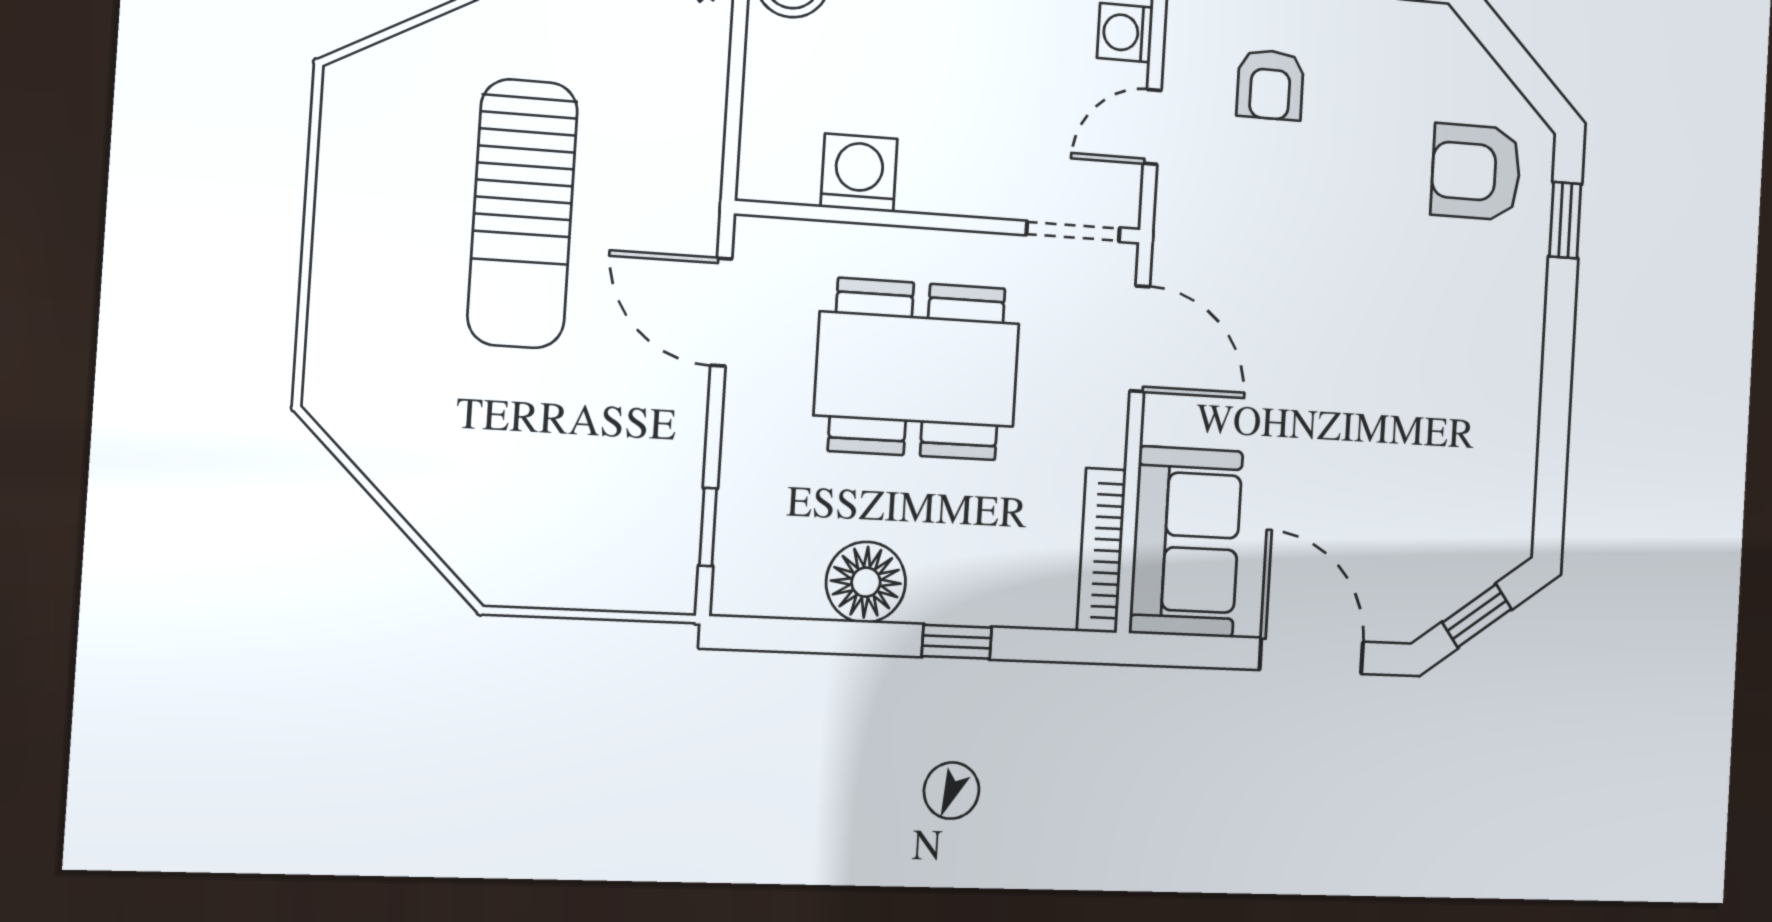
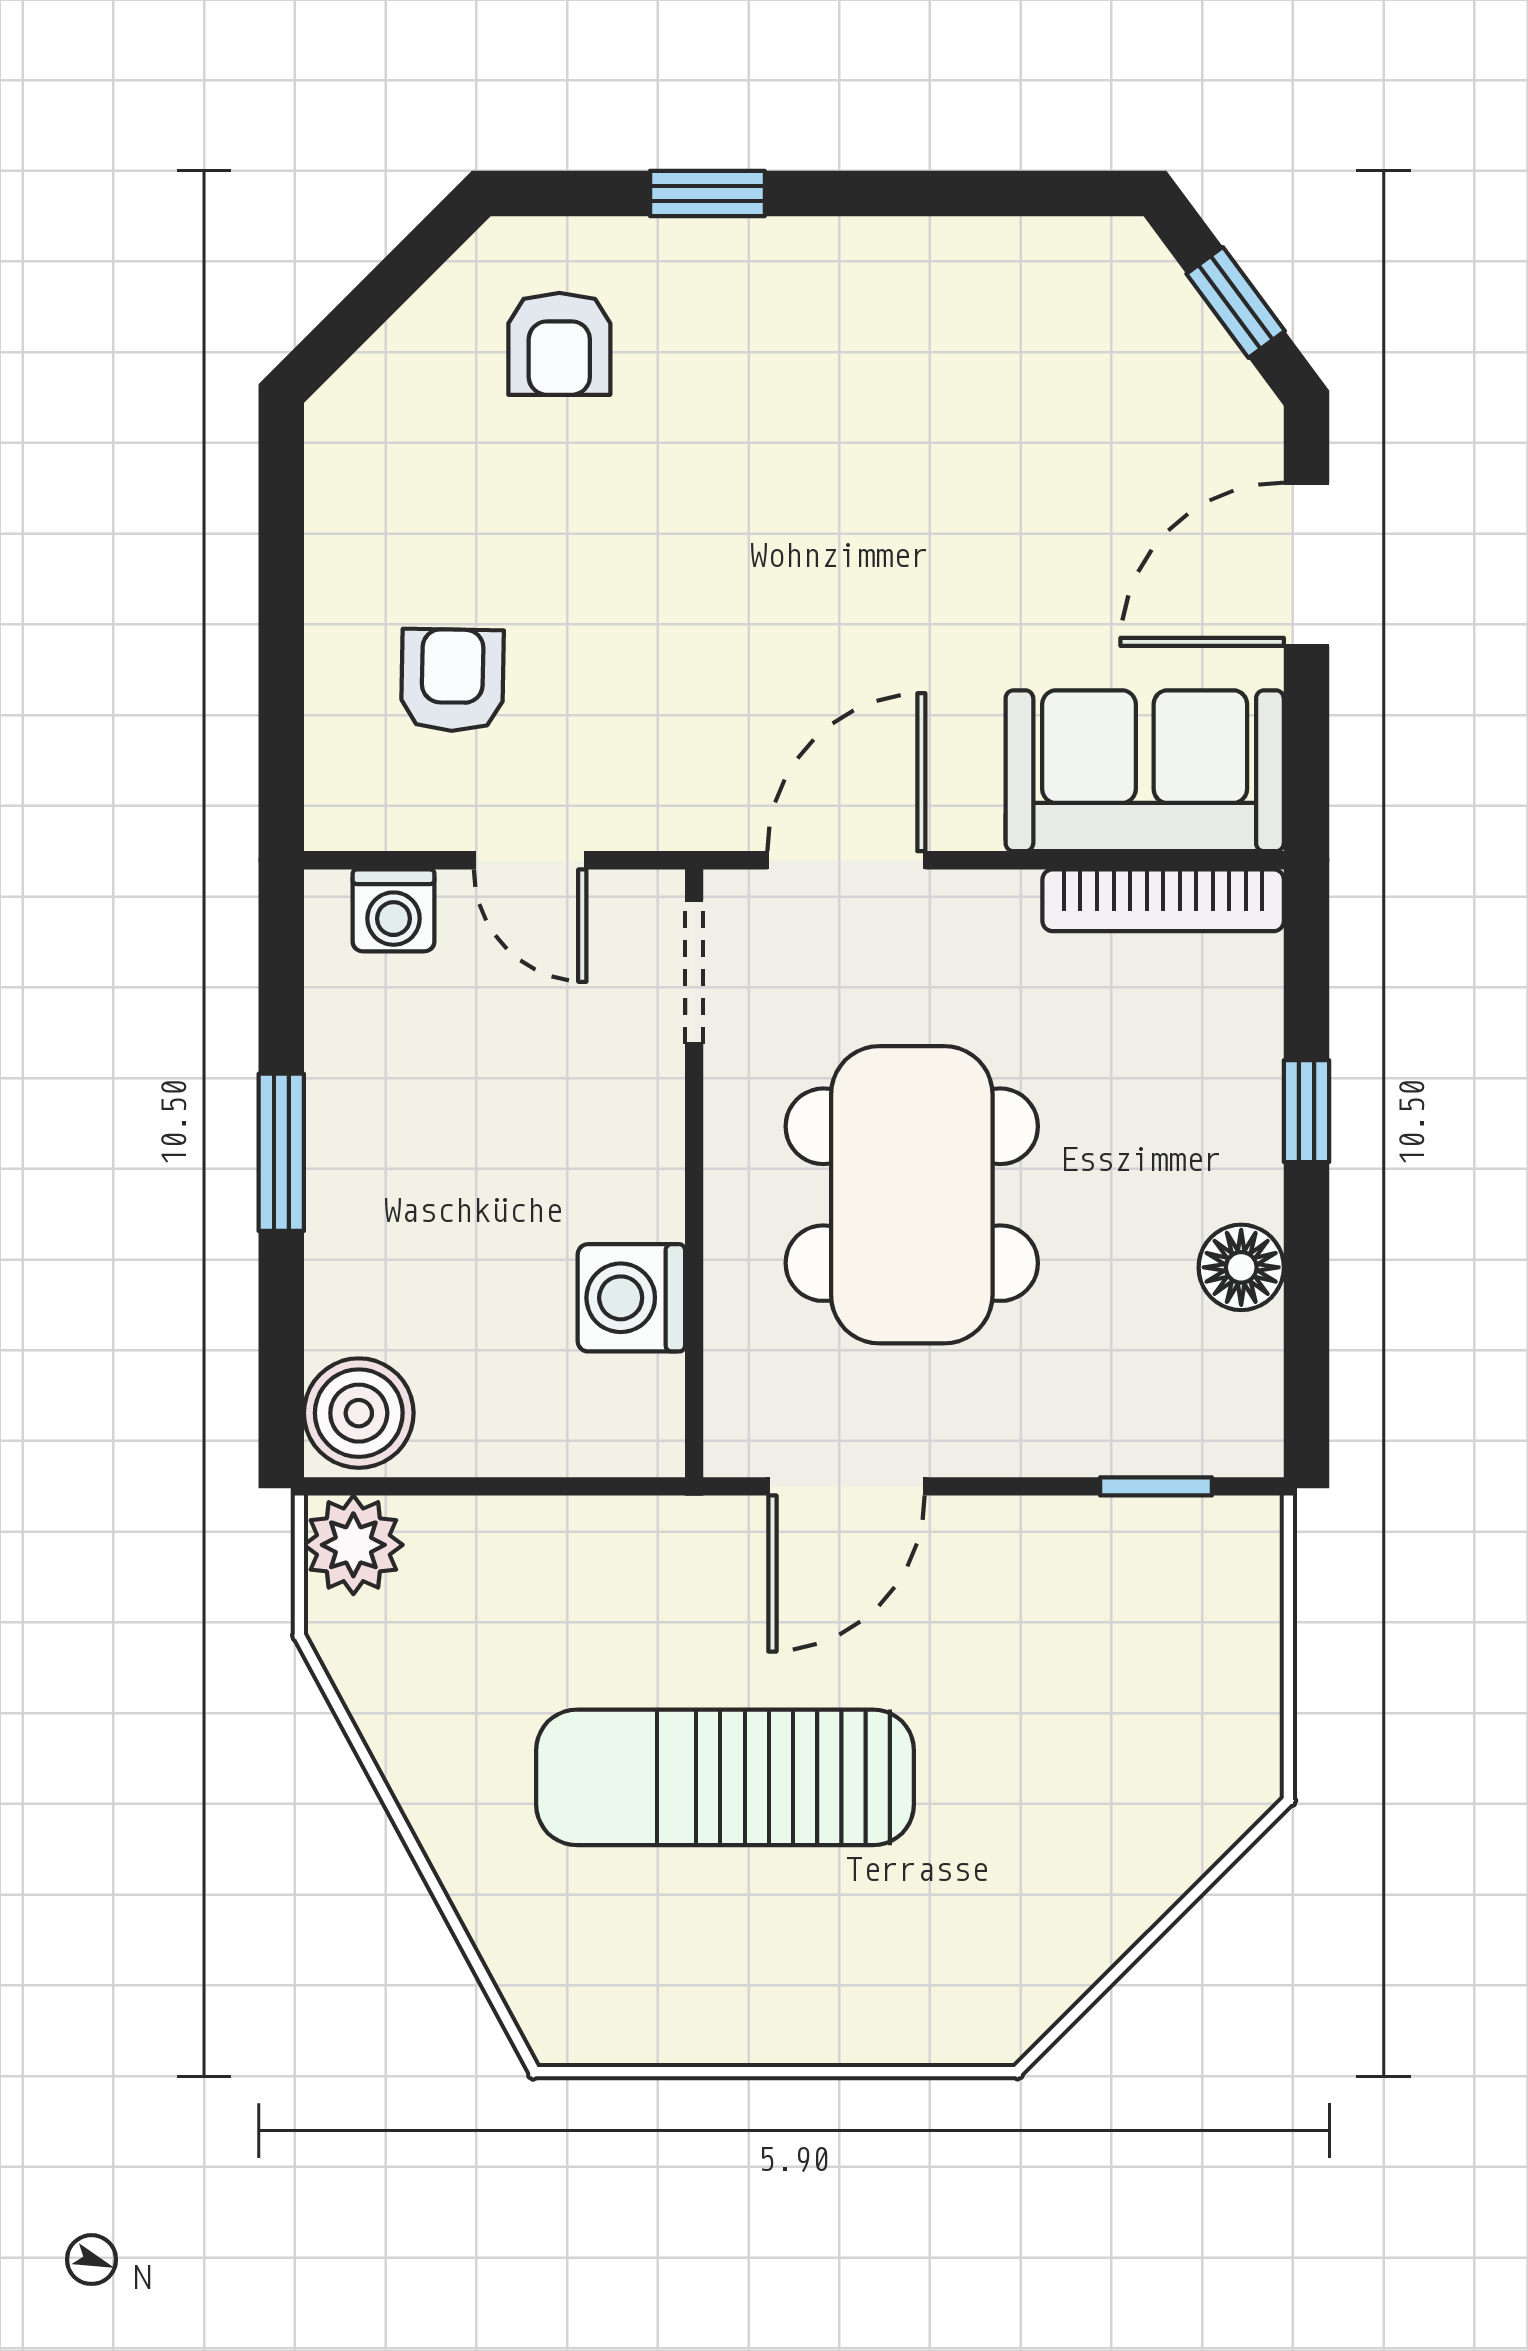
armchair: (1270, 85) -> (452, 680), turned -89
armchair: (1476, 172) -> (559, 344), width x0.72, depth x0.72
sun lounger: (523, 214) -> (725, 1777), turned 180
window: (1565, 220) -> (707, 193), moved
floor lamp: (866, 582) -> (1241, 1267), width x0.73, depth x0.73

